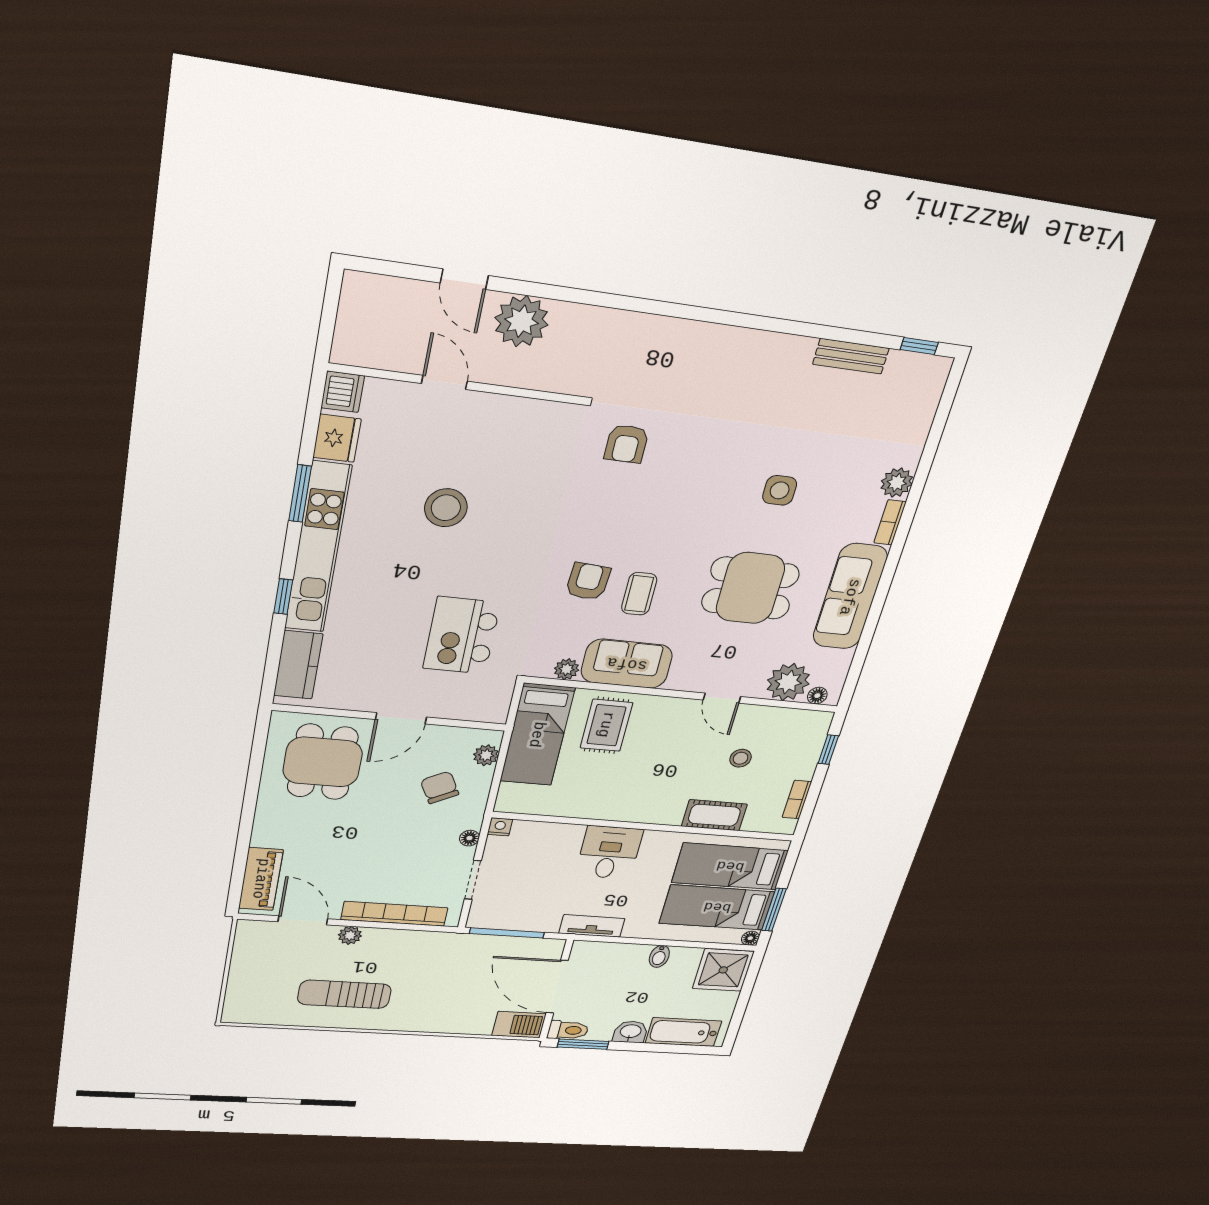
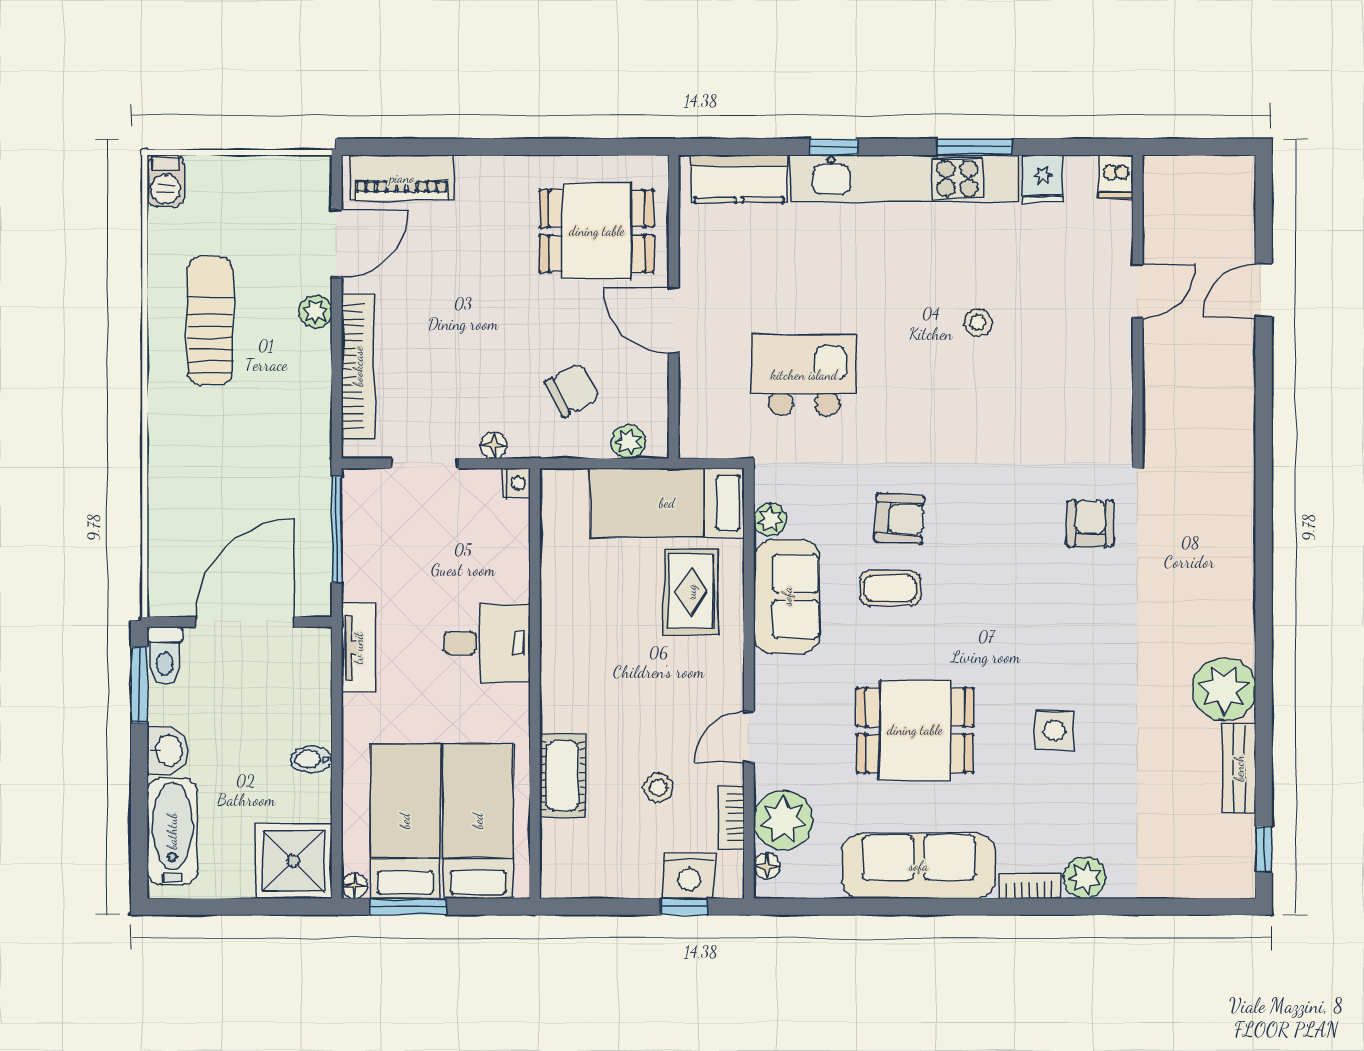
plant: (522, 321) -> (1224, 689), moved
dishwasher: (343, 392) -> (1116, 177), width x0.73
fridge: (337, 438) -> (1043, 179), width x0.72
armchair: (626, 444) -> (1090, 523), turned 90
stool: (446, 508) -> (978, 323), width x0.53, depth x0.53
dining table: (750, 588) -> (915, 730), turned 90
rug: (606, 725) -> (691, 592), turned 90
nightstand: (808, 745) -> (689, 876), added
bookcase: (797, 800) -> (732, 818), moved, turned -90
barbecue: (519, 1025) -> (166, 181), moved, width x0.73, depth x0.79

